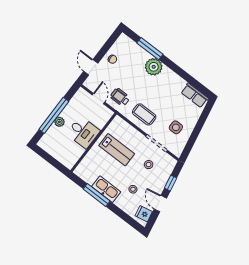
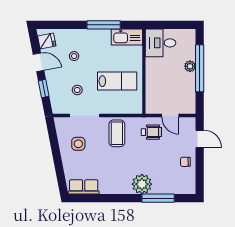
coffee table: (144, 114) -> (117, 133), turned 90
desk: (83, 132) -> (161, 43), moved
lab bench: (117, 150) -> (117, 81), turned 180
kitchen sink: (106, 189) -> (127, 37), moved

